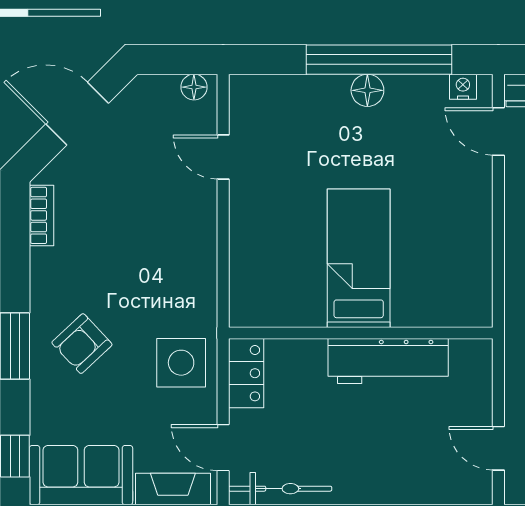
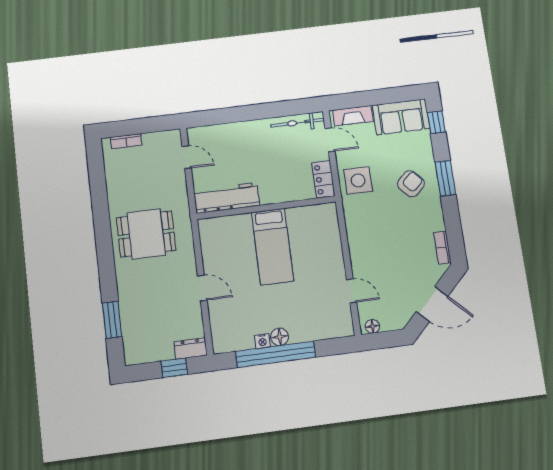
nightstand: (463, 87) -> (262, 341), moved
door: (498, 131) -> (202, 288), moved
workbench: (388, 361) -> (227, 198), moved

